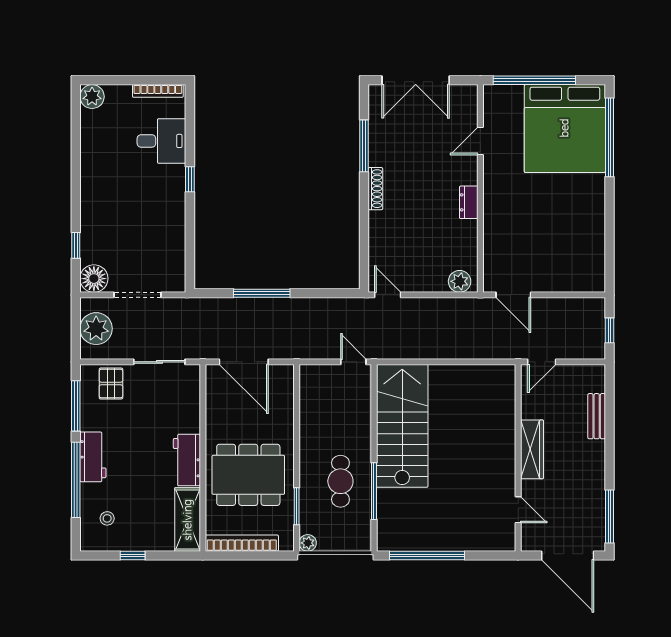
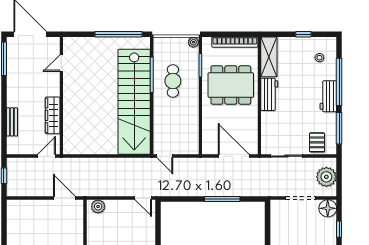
stairs: (402, 426) -> (134, 102), width x1.36
wardrobe: (532, 449) -> (53, 115), moved
door: (518, 510) -> (61, 63), hinge flipped

